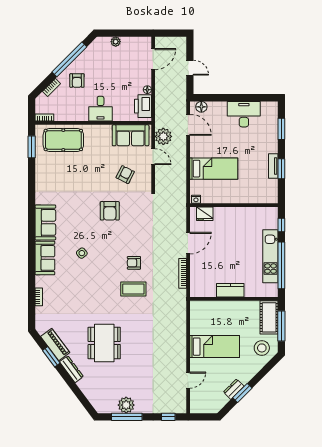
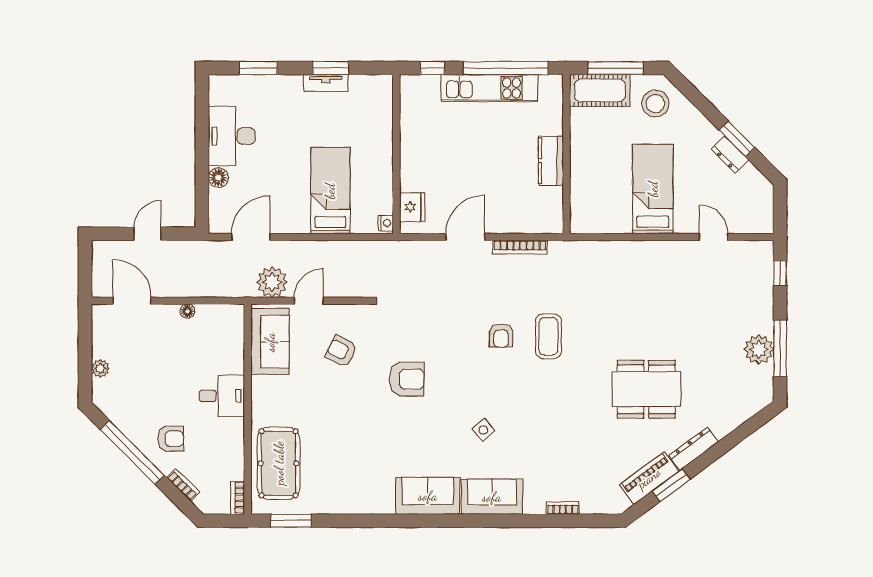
printer: (143, 106) -> (217, 319), removed
floor lamp: (201, 107) -> (218, 178), moved
door: (188, 243) -> (465, 237), hinge flipped

